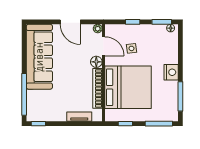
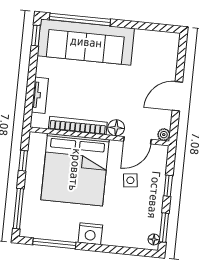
sofa: (39, 57) -> (86, 42), moved

